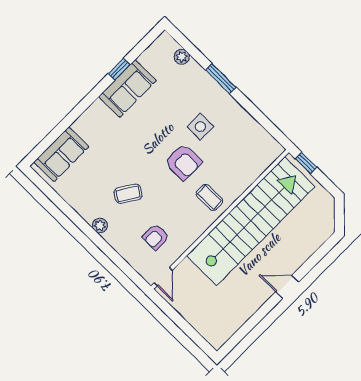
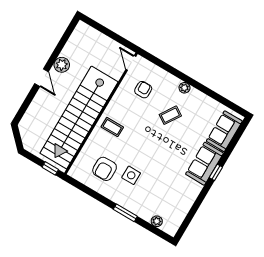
window: (119, 69) -> (216, 172), moved
sofa: (127, 88) -> (204, 164), moved
armchair: (183, 162) -> (105, 169), moved, turned -90
door: (287, 287) -> (42, 78), hinge flipped
plant: (256, 297) -> (62, 65), added

